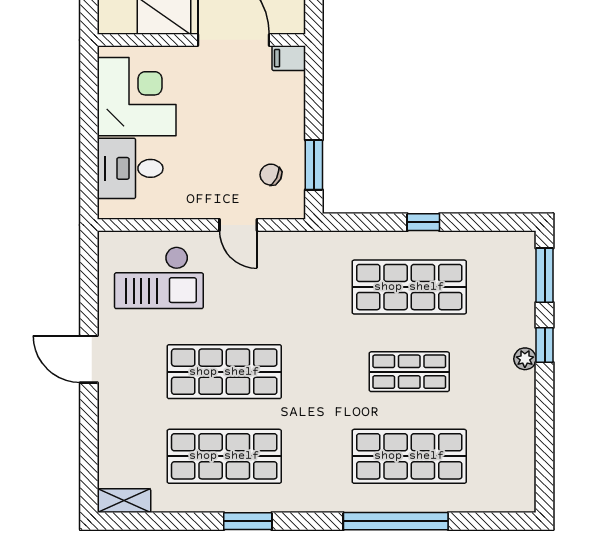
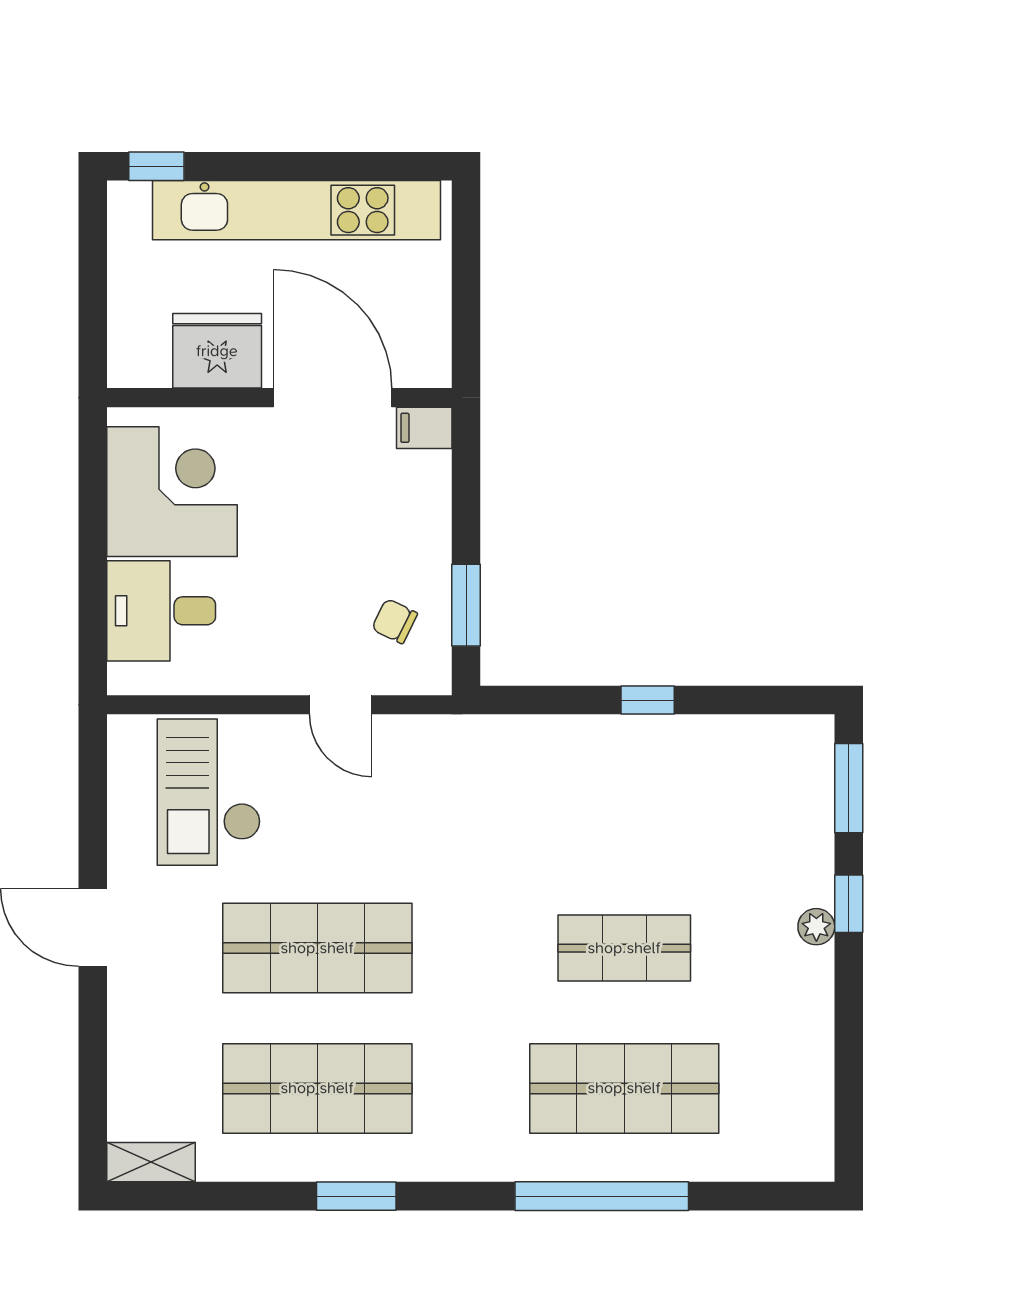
checkout: (159, 278) -> (209, 792), turned 90
shop shelf: (409, 287) -> (624, 808), removed

